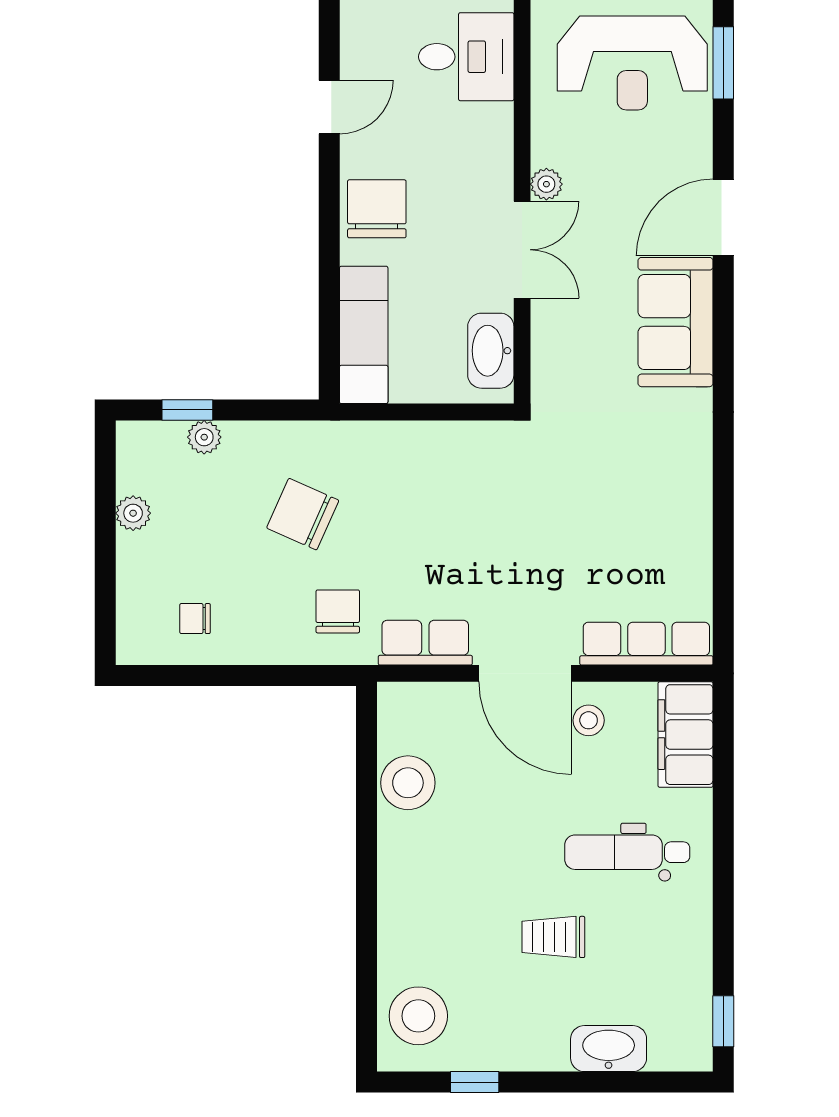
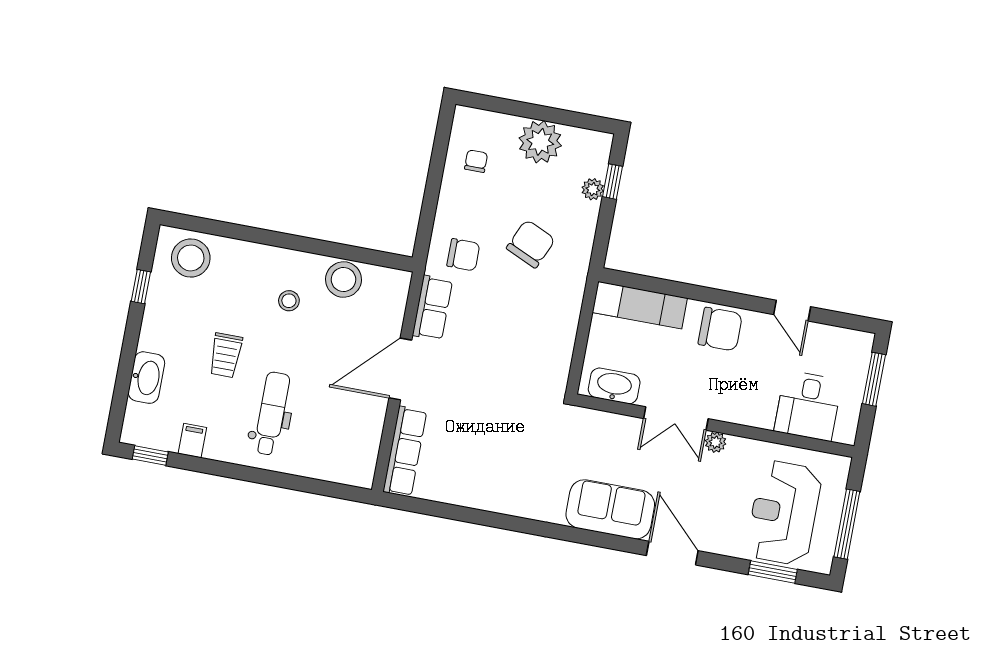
plant: (133, 513) -> (540, 142), width x1.87, depth x1.87
stool: (589, 720) -> (289, 301), moved
filing cabinet: (686, 735) -> (192, 441), moved, width x0.33, depth x0.86
trolley: (553, 937) -> (226, 355), turned 180

